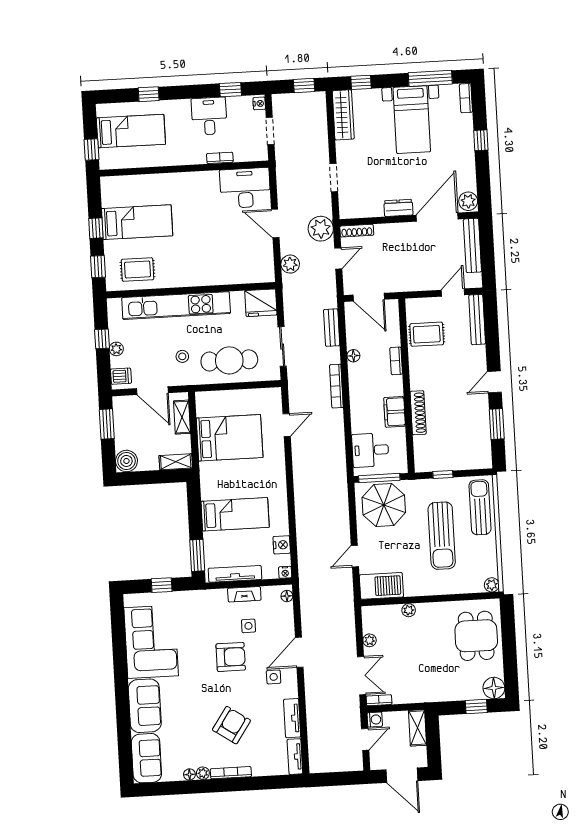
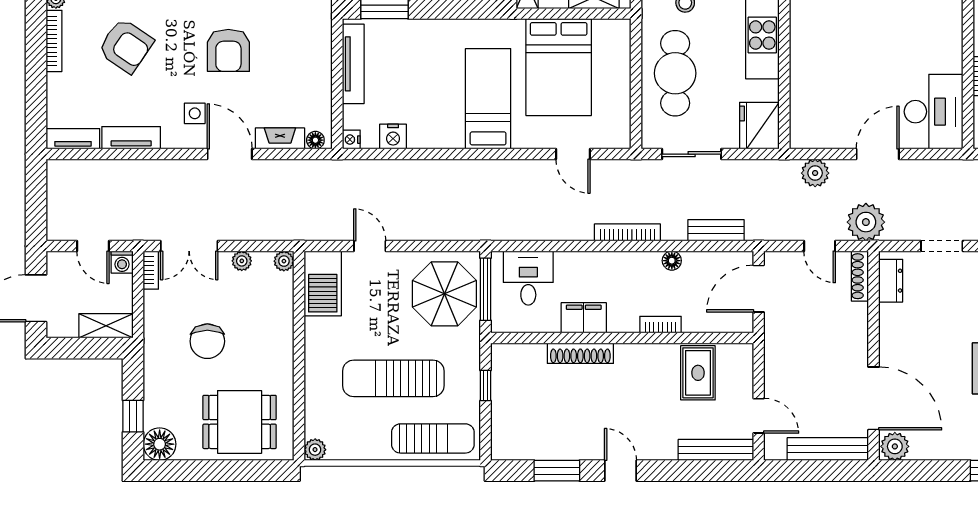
dresser: (398, 208) -> (891, 281), moved
bed: (235, 514) -> (488, 99), moved, turned 180
fireplace: (244, 594) -> (280, 138), moved, turned 90
plant: (409, 610) -> (284, 261), moved
side table: (248, 626) -> (274, 80), removed
chair: (424, 660) -> (207, 341), added

